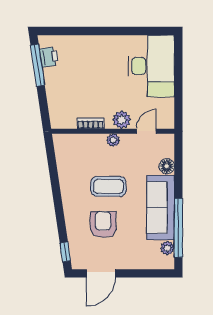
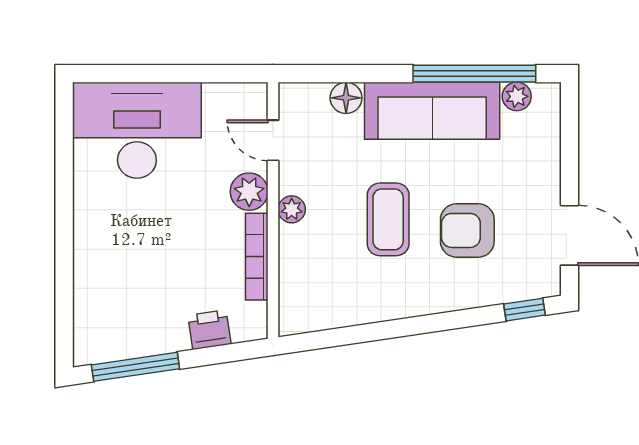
printer: (49, 57) -> (209, 330), moved
bookcase: (91, 123) -> (257, 257), width x1.56

